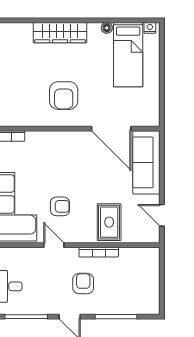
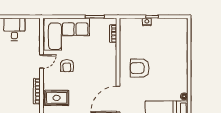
wardrobe: (60, 33) -> (181, 66), removed
armchair: (83, 284) -> (16, 81), removed

